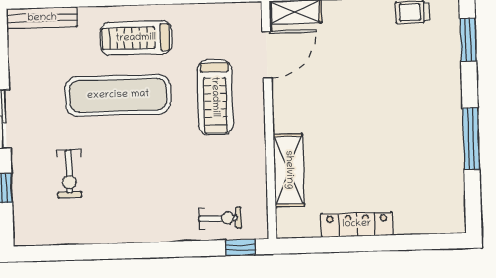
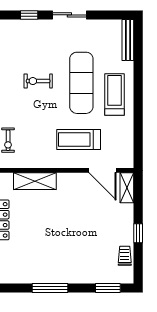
exercise bike: (69, 174) -> (38, 81), moved

